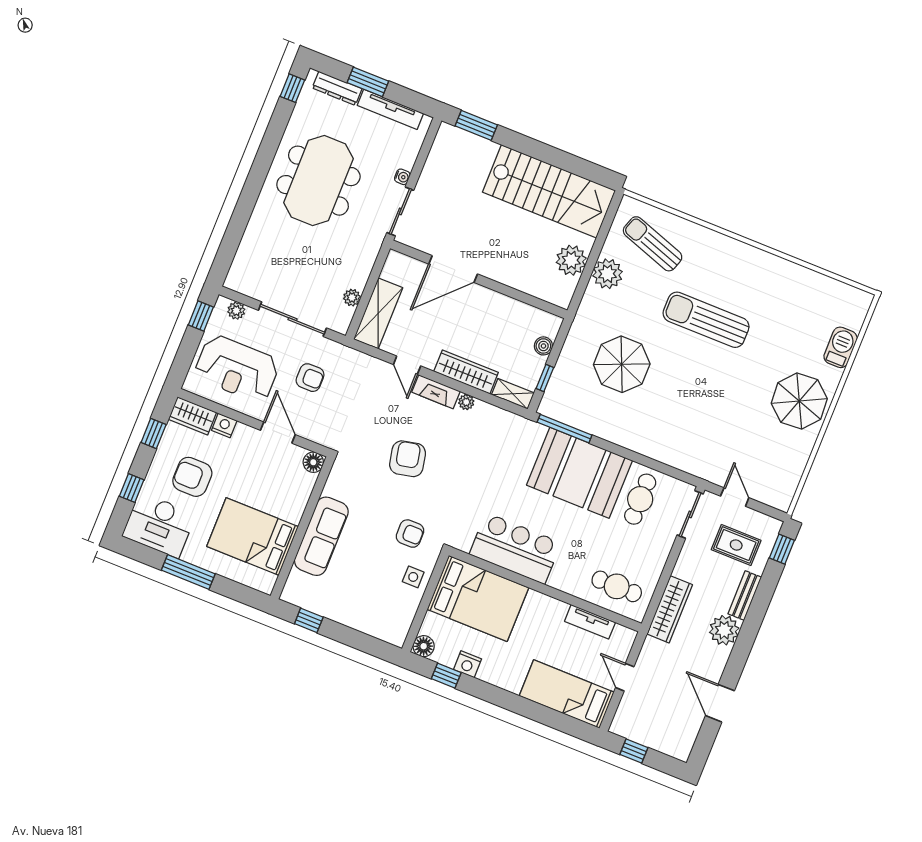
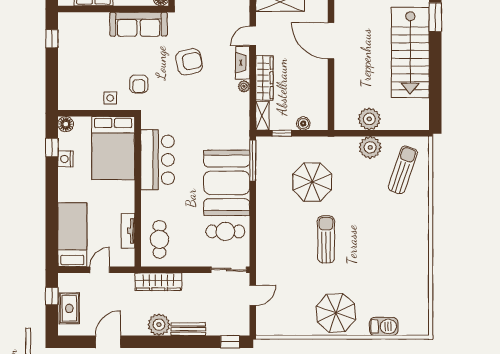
stairs: (549, 191) -> (410, 52), moved
sun lounger: (706, 320) -> (326, 239), moved, width x0.73, depth x0.75
sofa: (321, 536) -> (139, 24), moved
rug: (736, 545) -> (69, 308), moved

